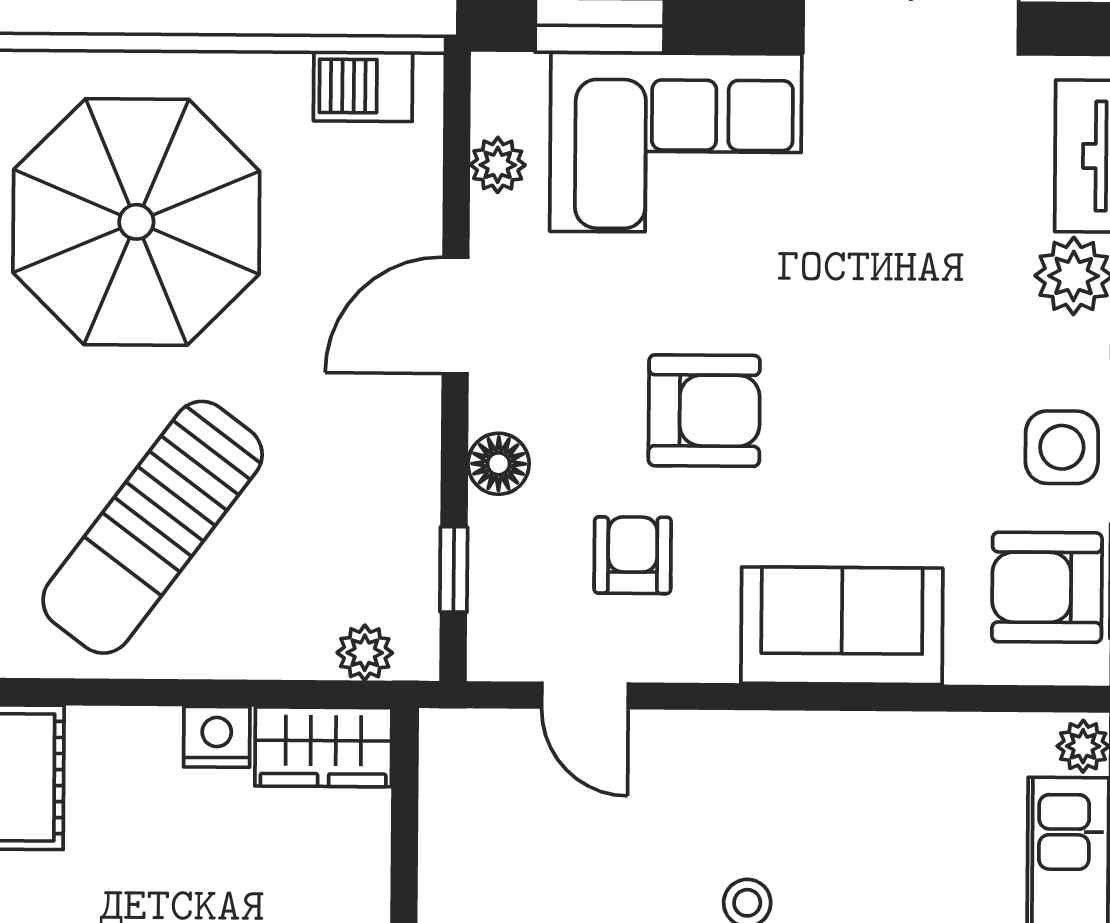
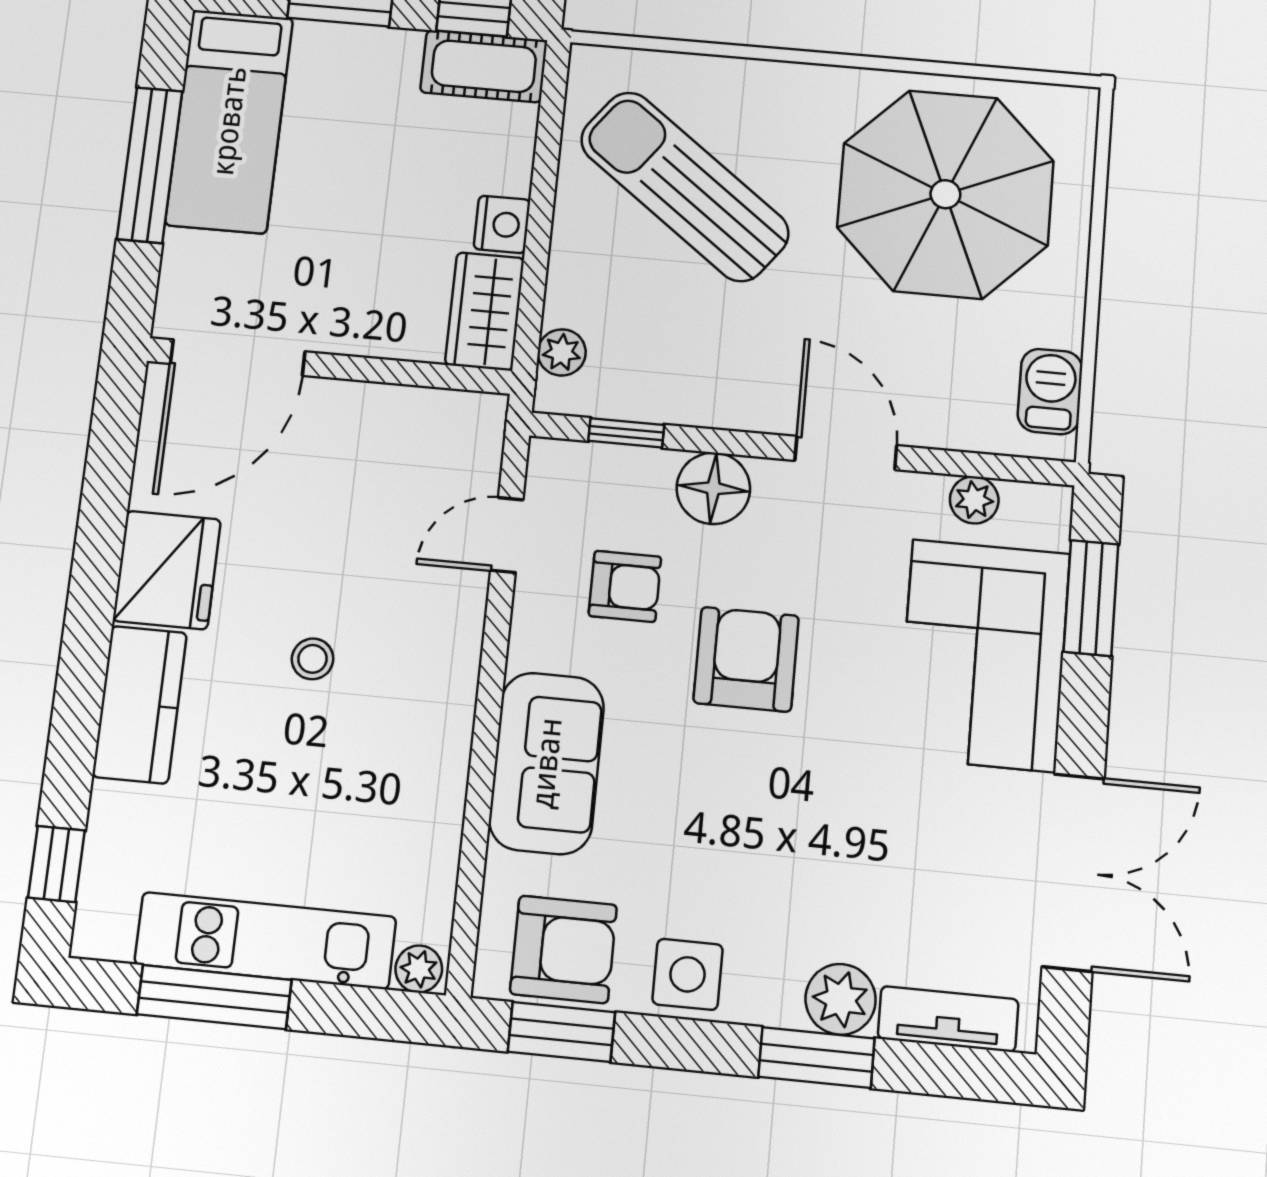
armchair: (704, 411) -> (746, 659), turned 180
floor lamp: (499, 464) -> (713, 488), width x1.38, depth x1.38
armchair: (1047, 587) -> (563, 949), turned 90

